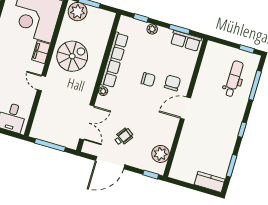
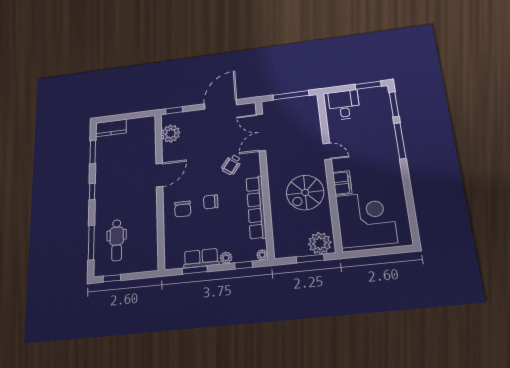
row of seats: (186, 41) -> (201, 258), moved
plant: (103, 91) -> (262, 255), moved
door: (185, 108) -> (159, 175), moved
wheelchair: (124, 137) -> (232, 165), moved

